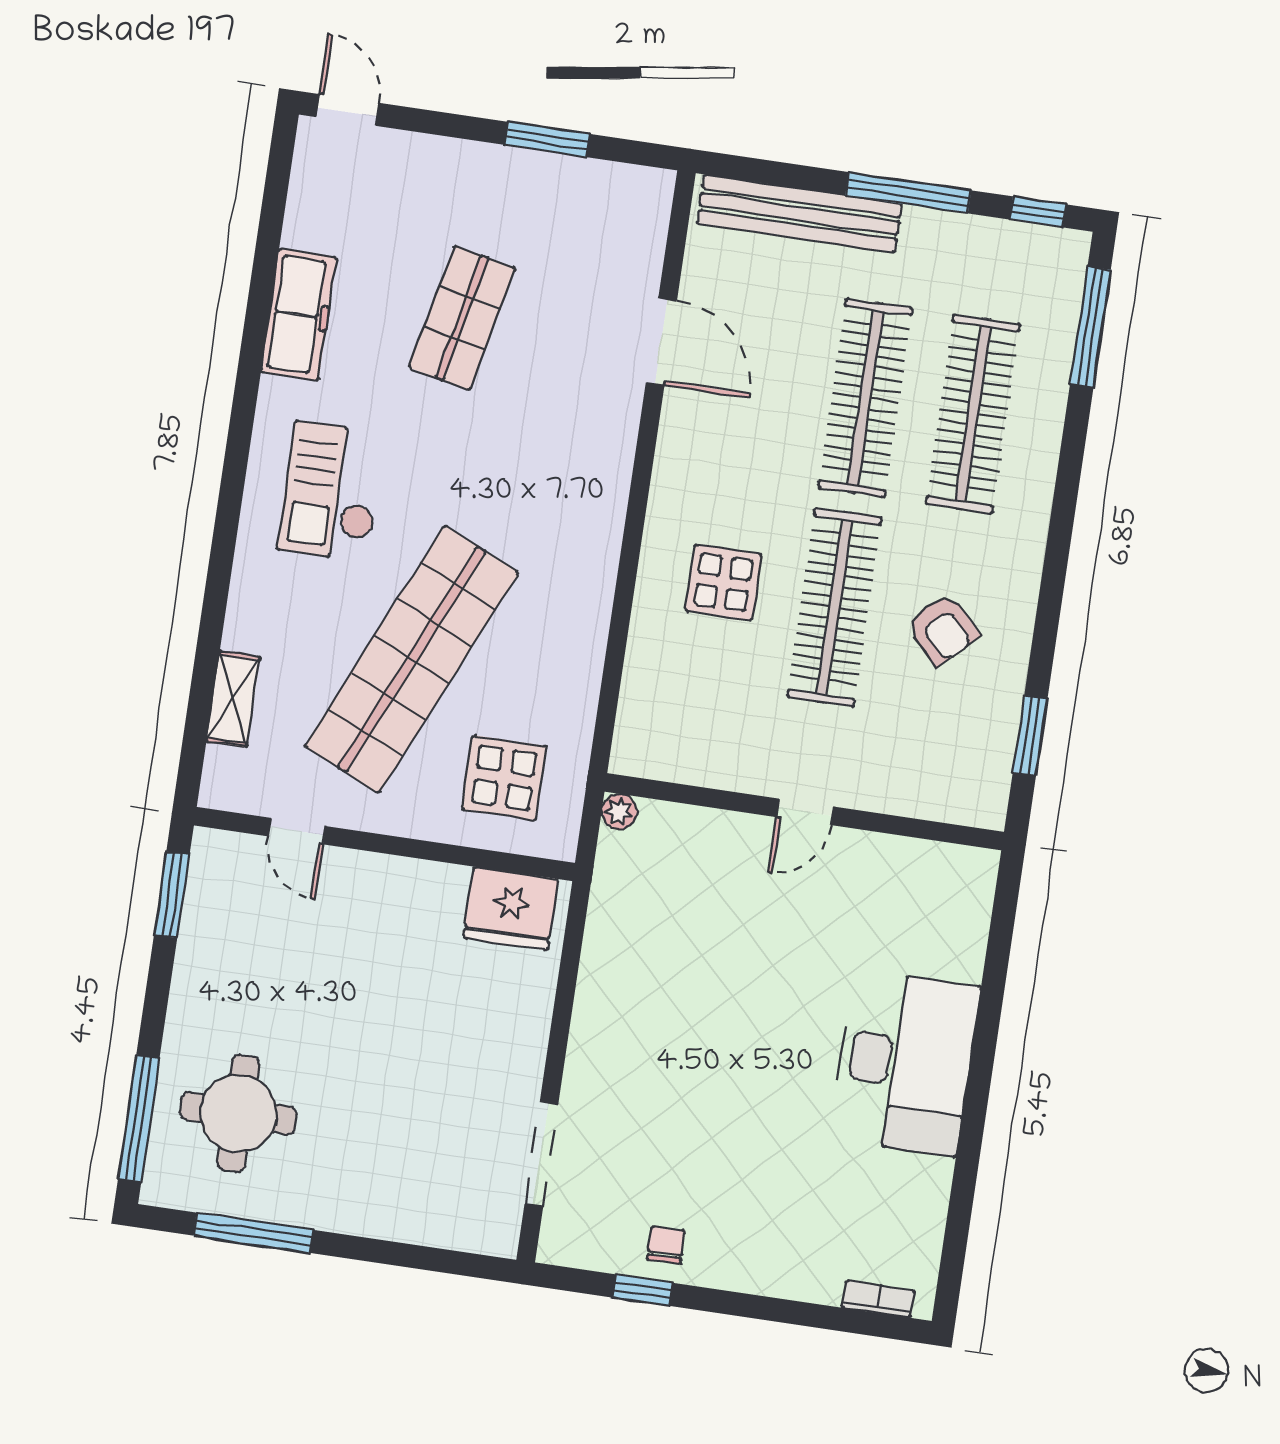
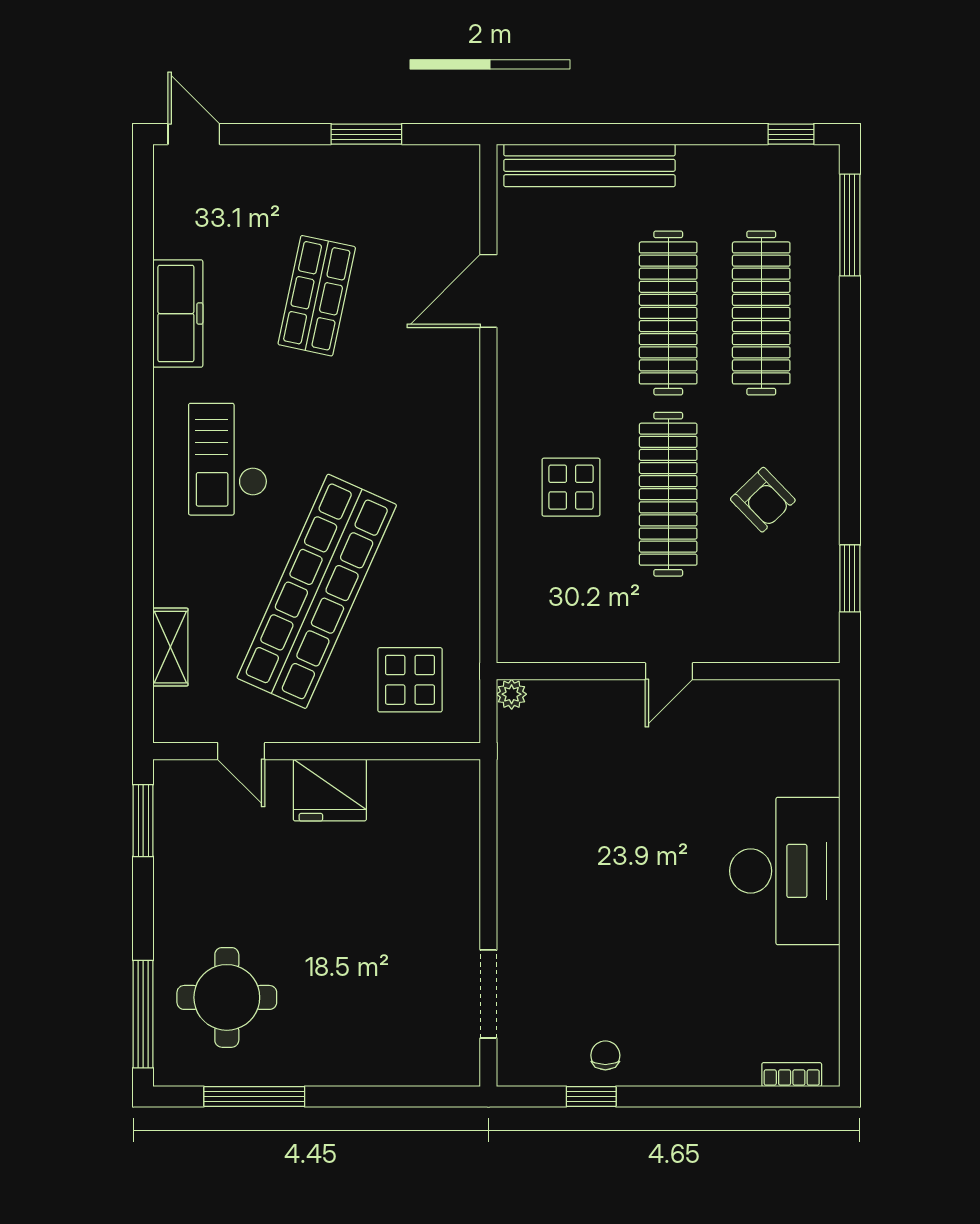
window: (908, 193) -> (679, 134), removed
door: (661, 342) -> (488, 291), swing flipped
fridge: (511, 909) -> (330, 790), moved

